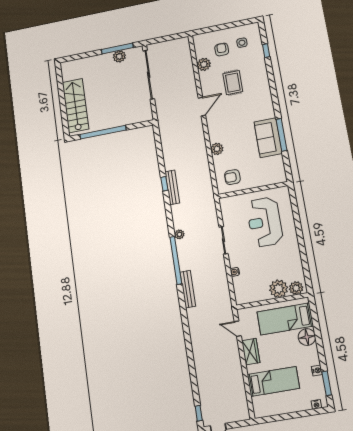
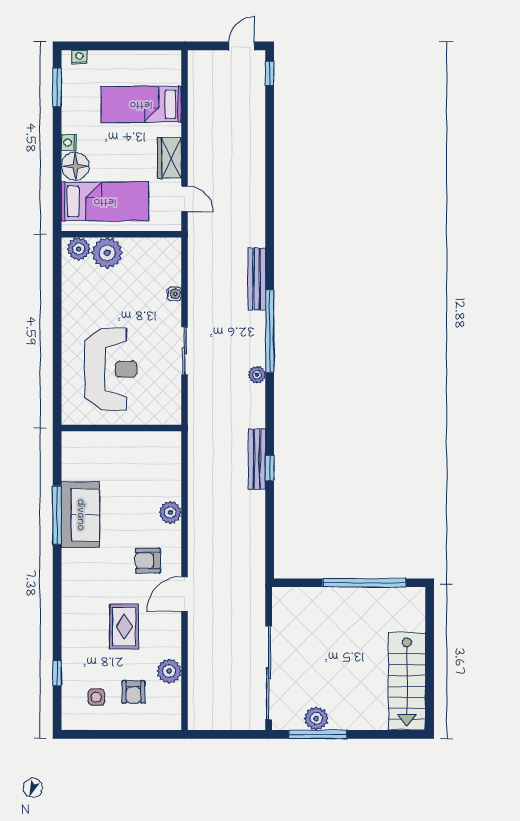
stairs: (75, 106) -> (407, 681), moved
armchair: (232, 177) -> (148, 561), moved, turned 180
nightstand: (317, 370) -> (69, 143), moved

